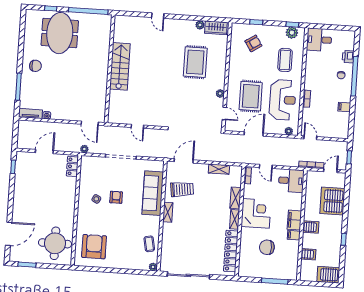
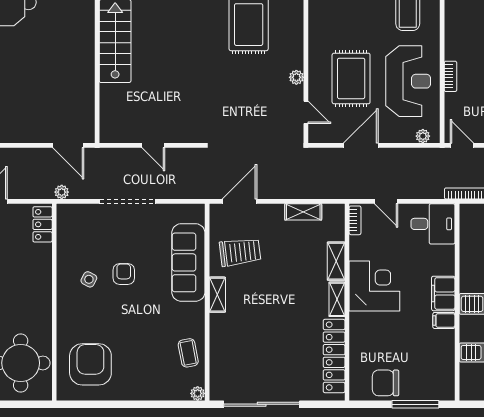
chair: (267, 247) -> (386, 383), moved

